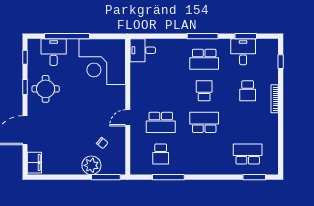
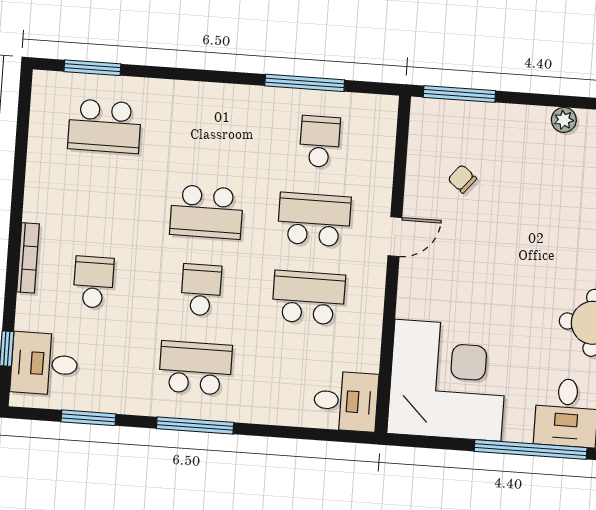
desk: (243, 52) -> (44, 364), moved, turned 90
school desk: (161, 91) -> (309, 298), added
school desk: (204, 91) -> (201, 290), turned 180
plant: (91, 165) -> (564, 120), moved, width x0.53, depth x0.53

